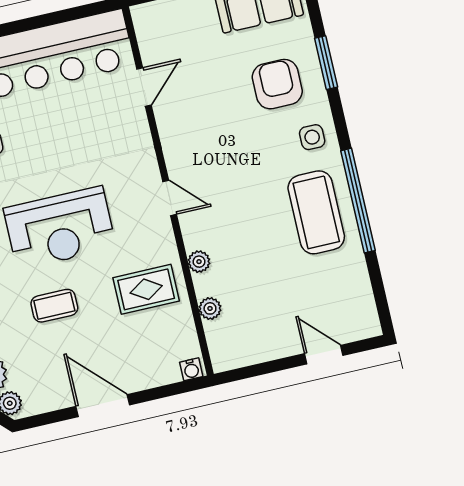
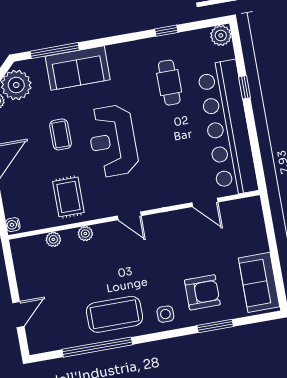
door: (170, 198) -> (129, 216), hinge flipped
window: (358, 201) -> (97, 347), moved

